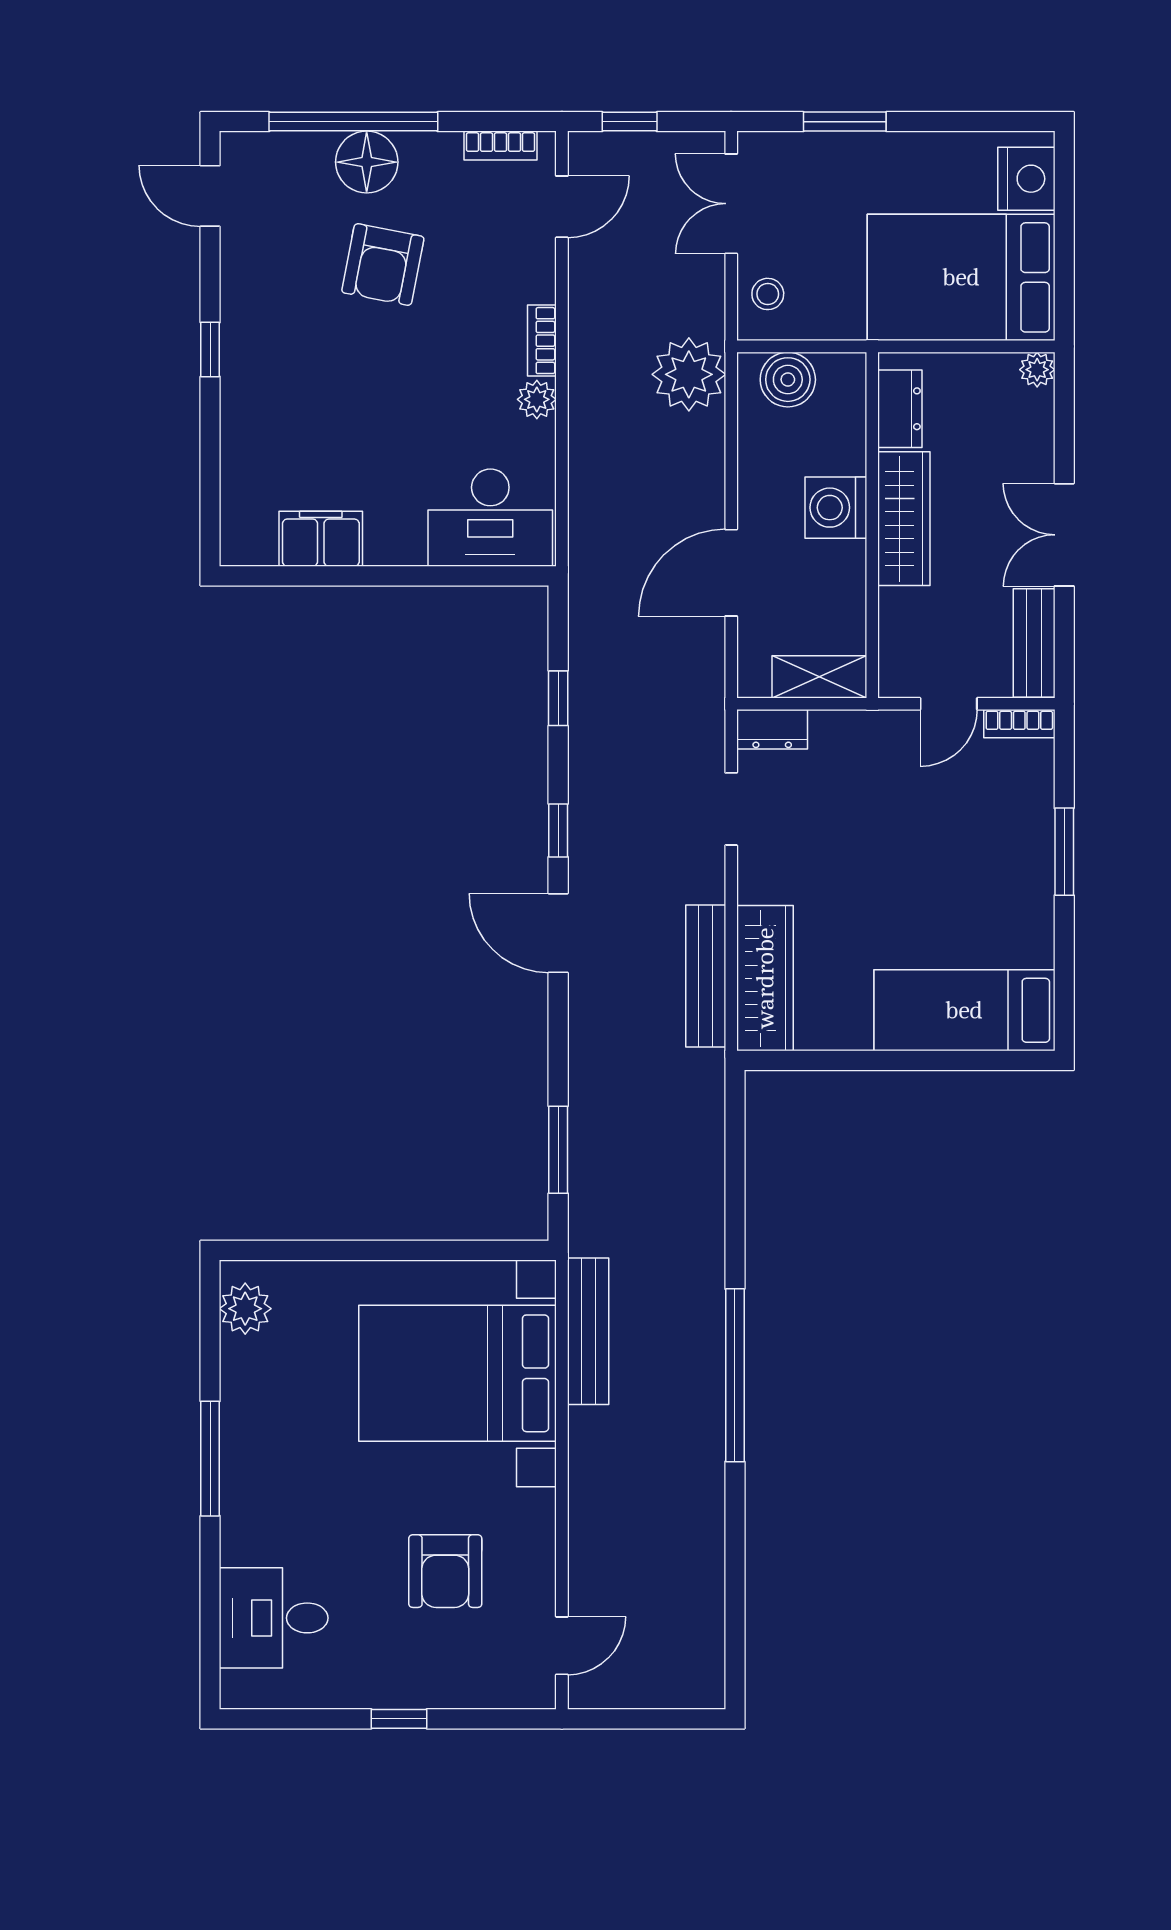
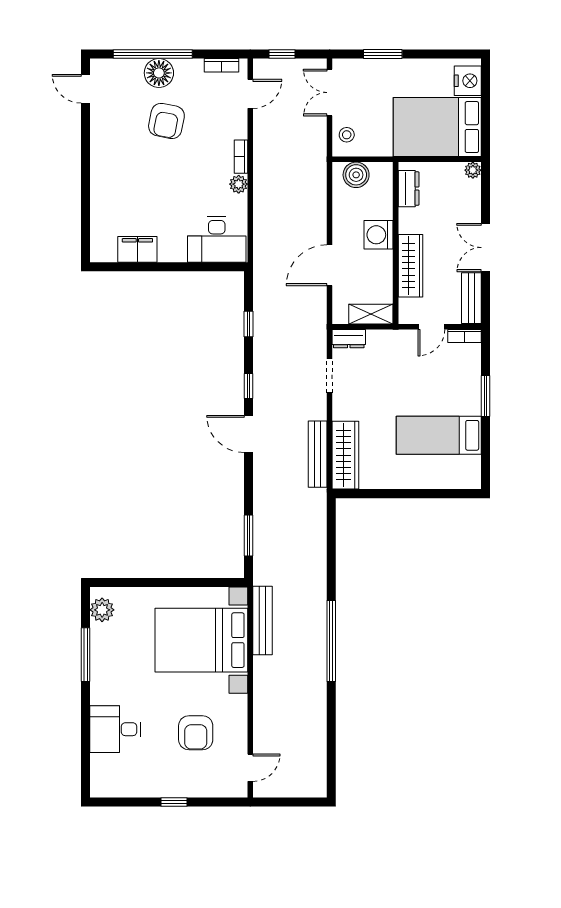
window: (210, 349) -> (86, 161), removed
plant: (689, 374) -> (310, 172), removed
wardrobe: (904, 519) -> (410, 266), moved
bed: (964, 1010) -> (439, 435), moved
window: (210, 1459) -> (86, 655), moved
desk: (274, 1618) -> (115, 729), moved

